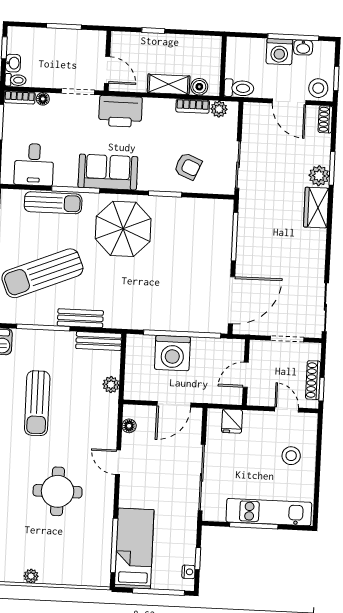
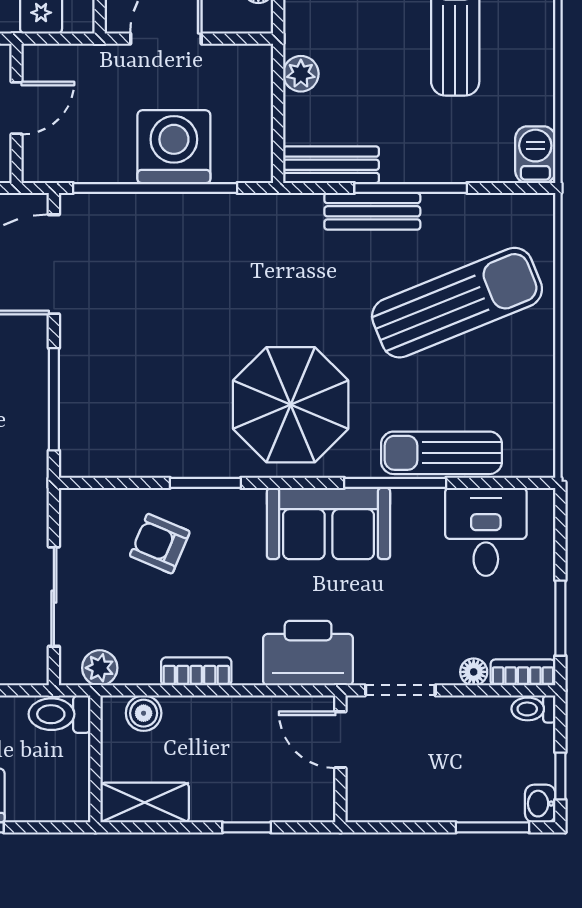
window: (64, 26) -> (493, 827), moved
washbasin: (13, 63) -> (540, 804), moved
shelving: (169, 84) -> (145, 803), moved
bookcase: (193, 106) -> (196, 671), moved
sliding door: (238, 165) -> (54, 597), moved
window: (43, 327) -> (411, 188), moved

